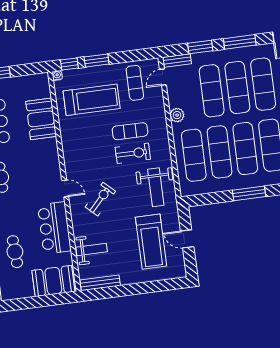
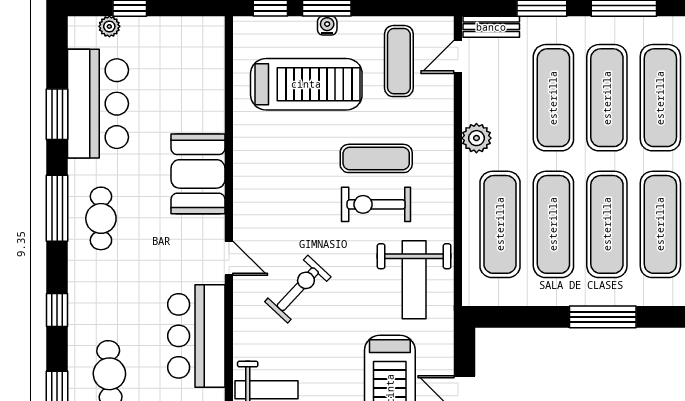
water cooler: (57, 76) -> (327, 26), moved
booth: (41, 119) -> (198, 174), moved
exercise bike: (133, 153) -> (376, 204), turned 180

